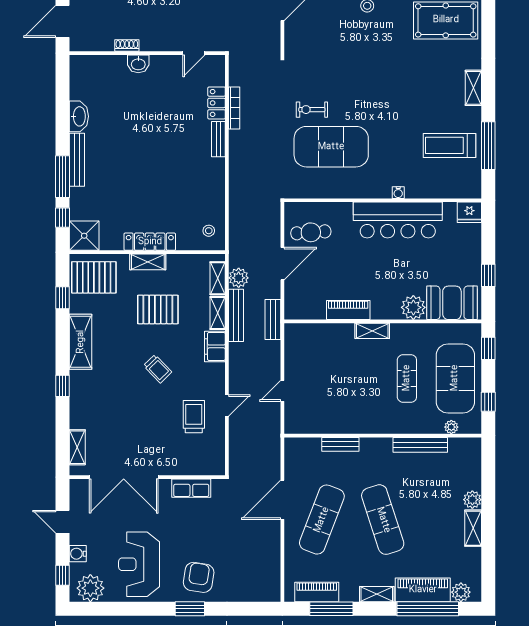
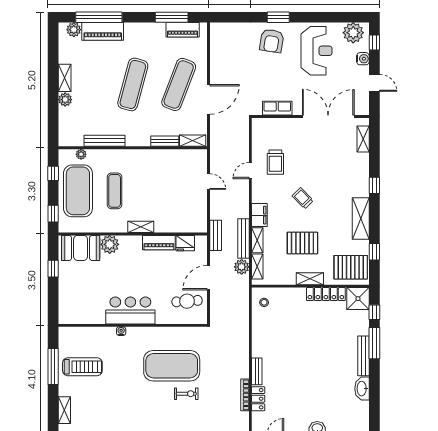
fridge: (469, 212) -> (185, 243), moved, turned 180
bar counter: (398, 220) -> (130, 310), width x0.73
locker: (150, 242) -> (326, 294), moved
door: (282, 391) -> (209, 182), hinge flipped
exercise mat: (383, 520) -> (133, 84), turned 33
shelving: (377, 594) -> (193, 141), moved

